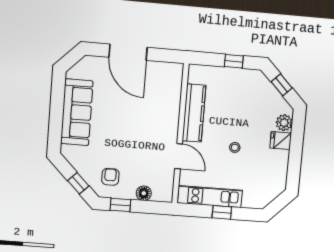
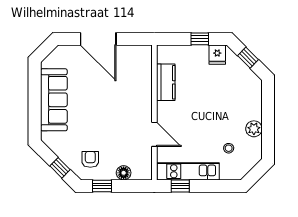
kitchen counter: (194, 113) -> (166, 82), width x0.67
plant: (284, 123) -> (254, 129), moved
fridge: (281, 140) -> (217, 55), moved, turned -90
stool: (235, 147) -> (229, 148), moved
window: (222, 212) -> (180, 186), moved

